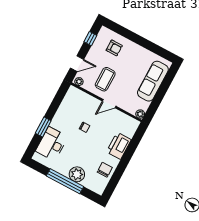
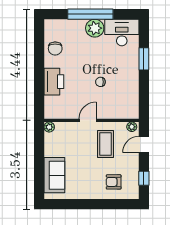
sofa: (153, 81) -> (54, 175), width x0.73
desk: (52, 144) -> (122, 33), moved, turned -90
plant: (77, 174) -> (95, 28), moved

